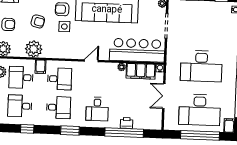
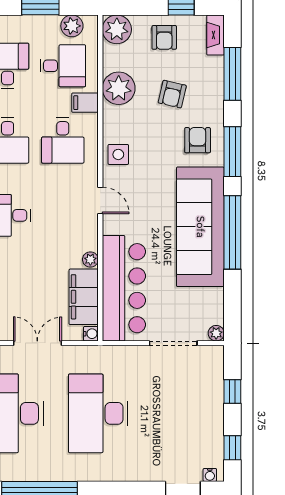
side table: (64, 27) -> (118, 154), moved
desk: (21, 77) -> (63, 66), turned 90

